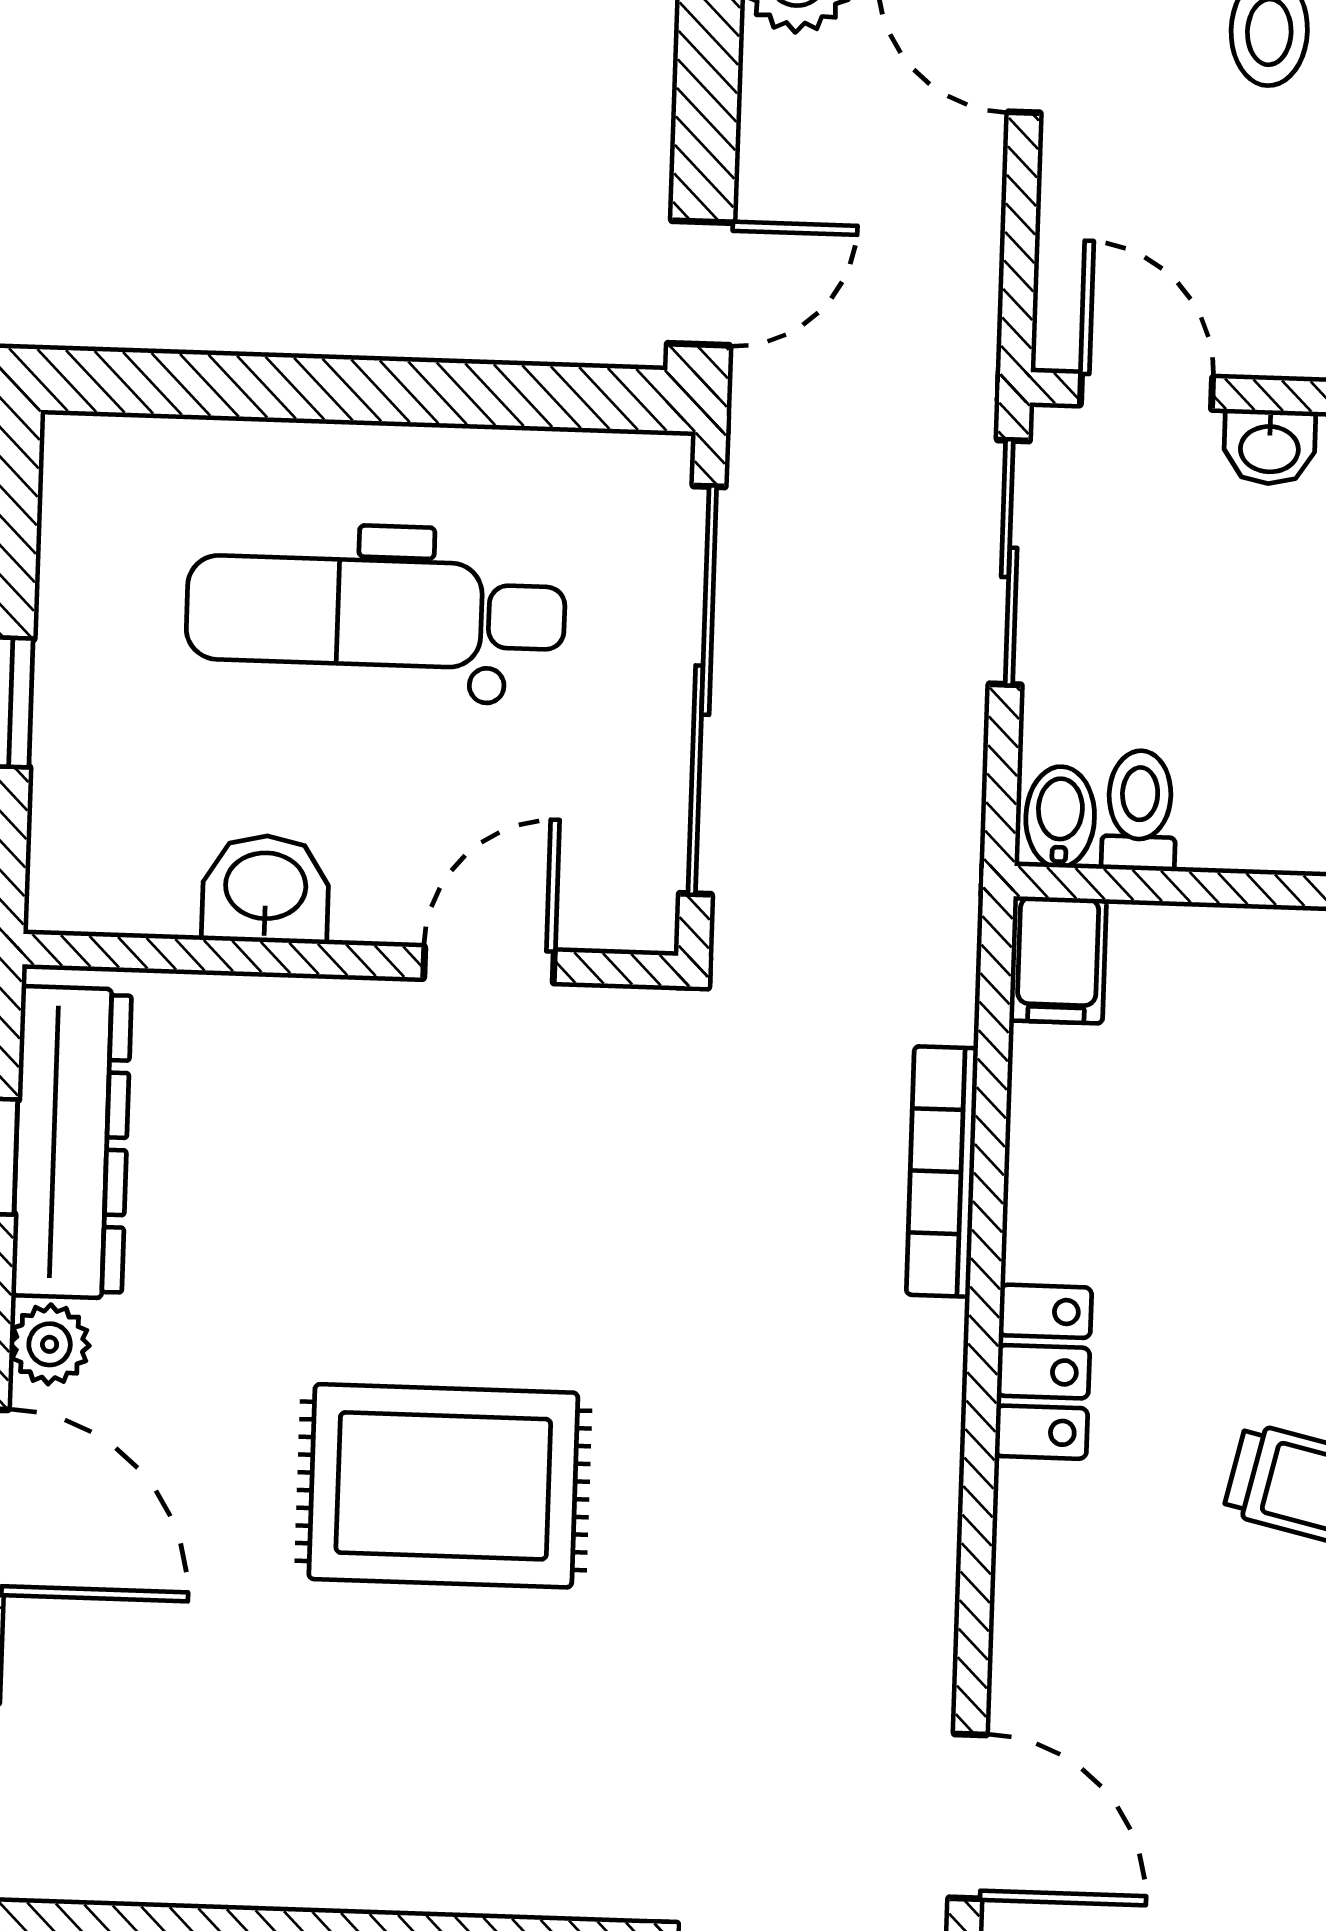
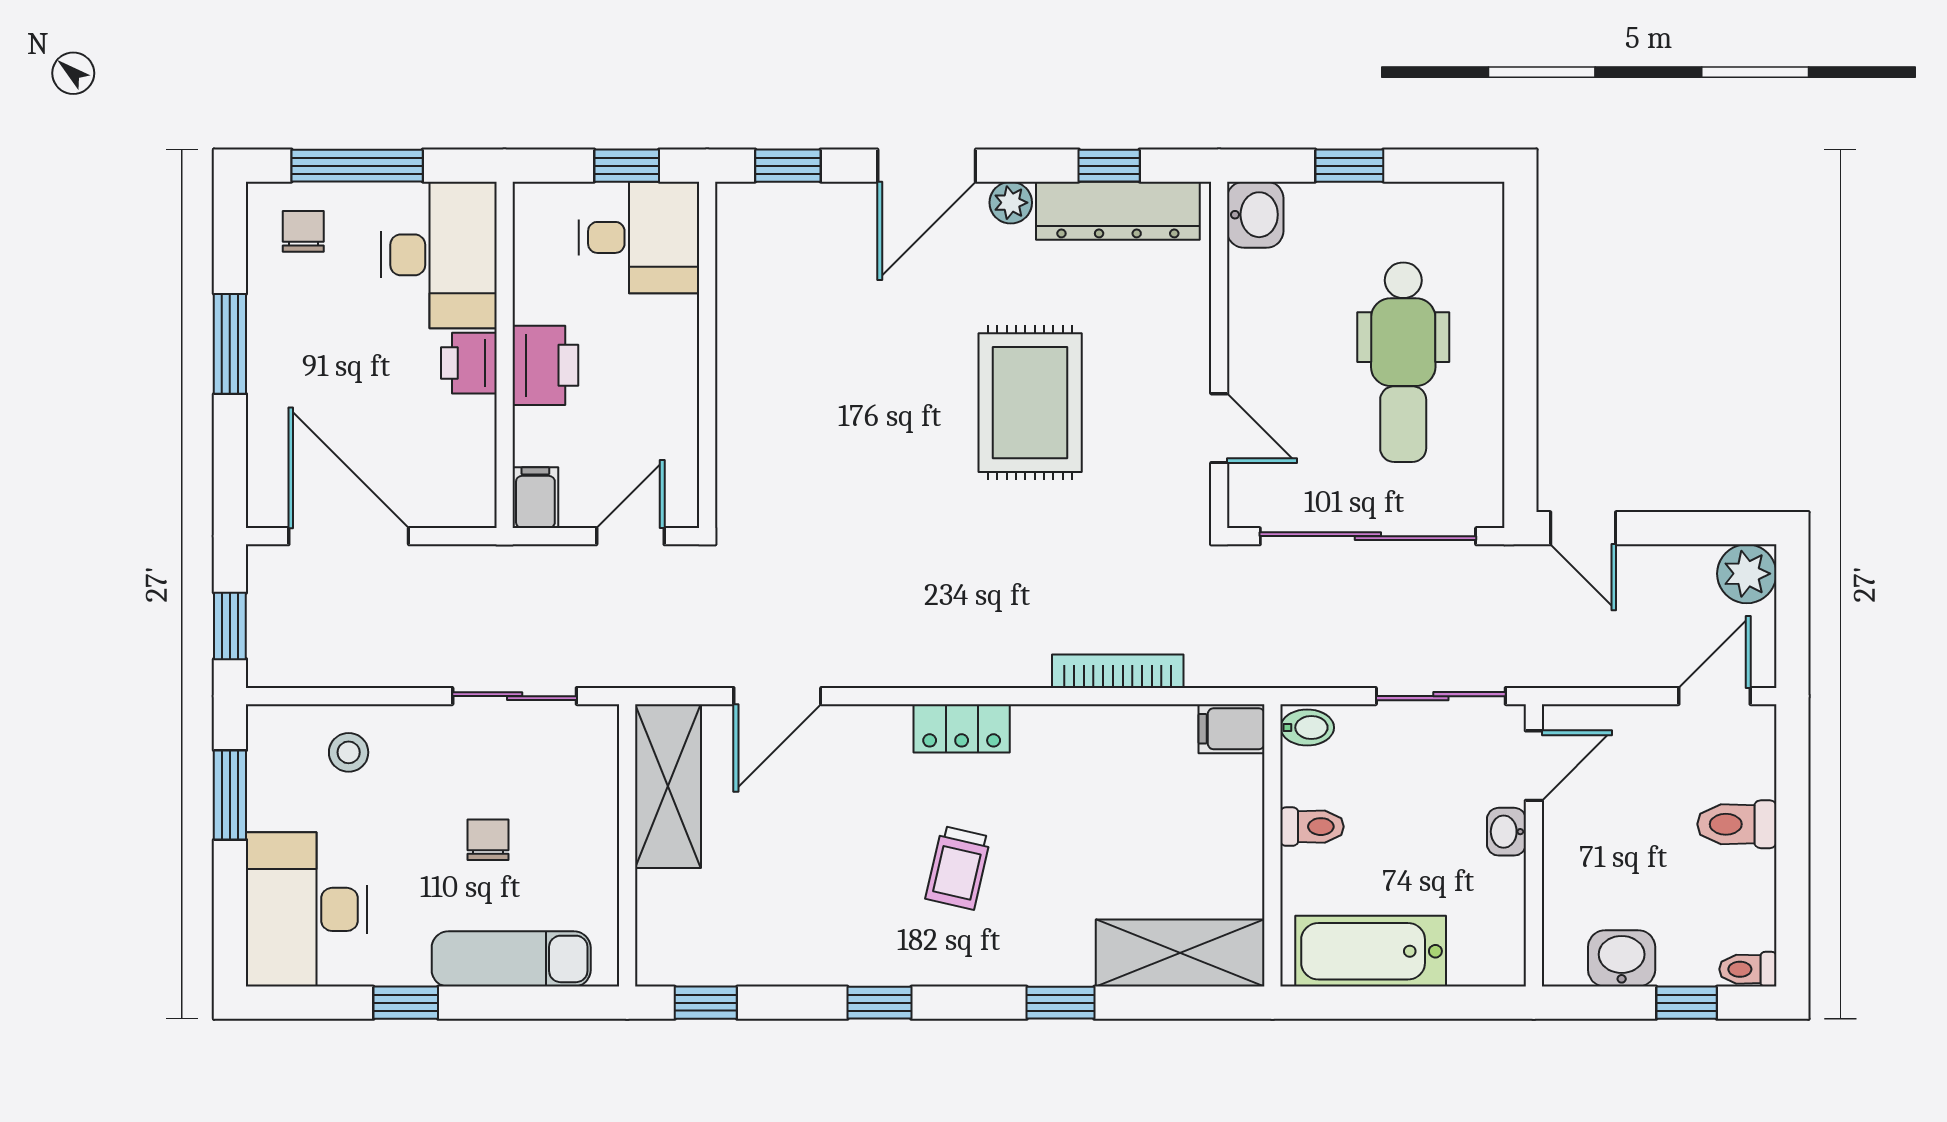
dental chair: (376, 613) -> (1403, 362), turned 180
toilet: (1139, 810) -> (1312, 827), moved
washbasin: (266, 889) -> (1255, 215), moved
locker: (1043, 1372) -> (962, 728), moved
rug: (443, 1486) -> (1030, 403), moved

